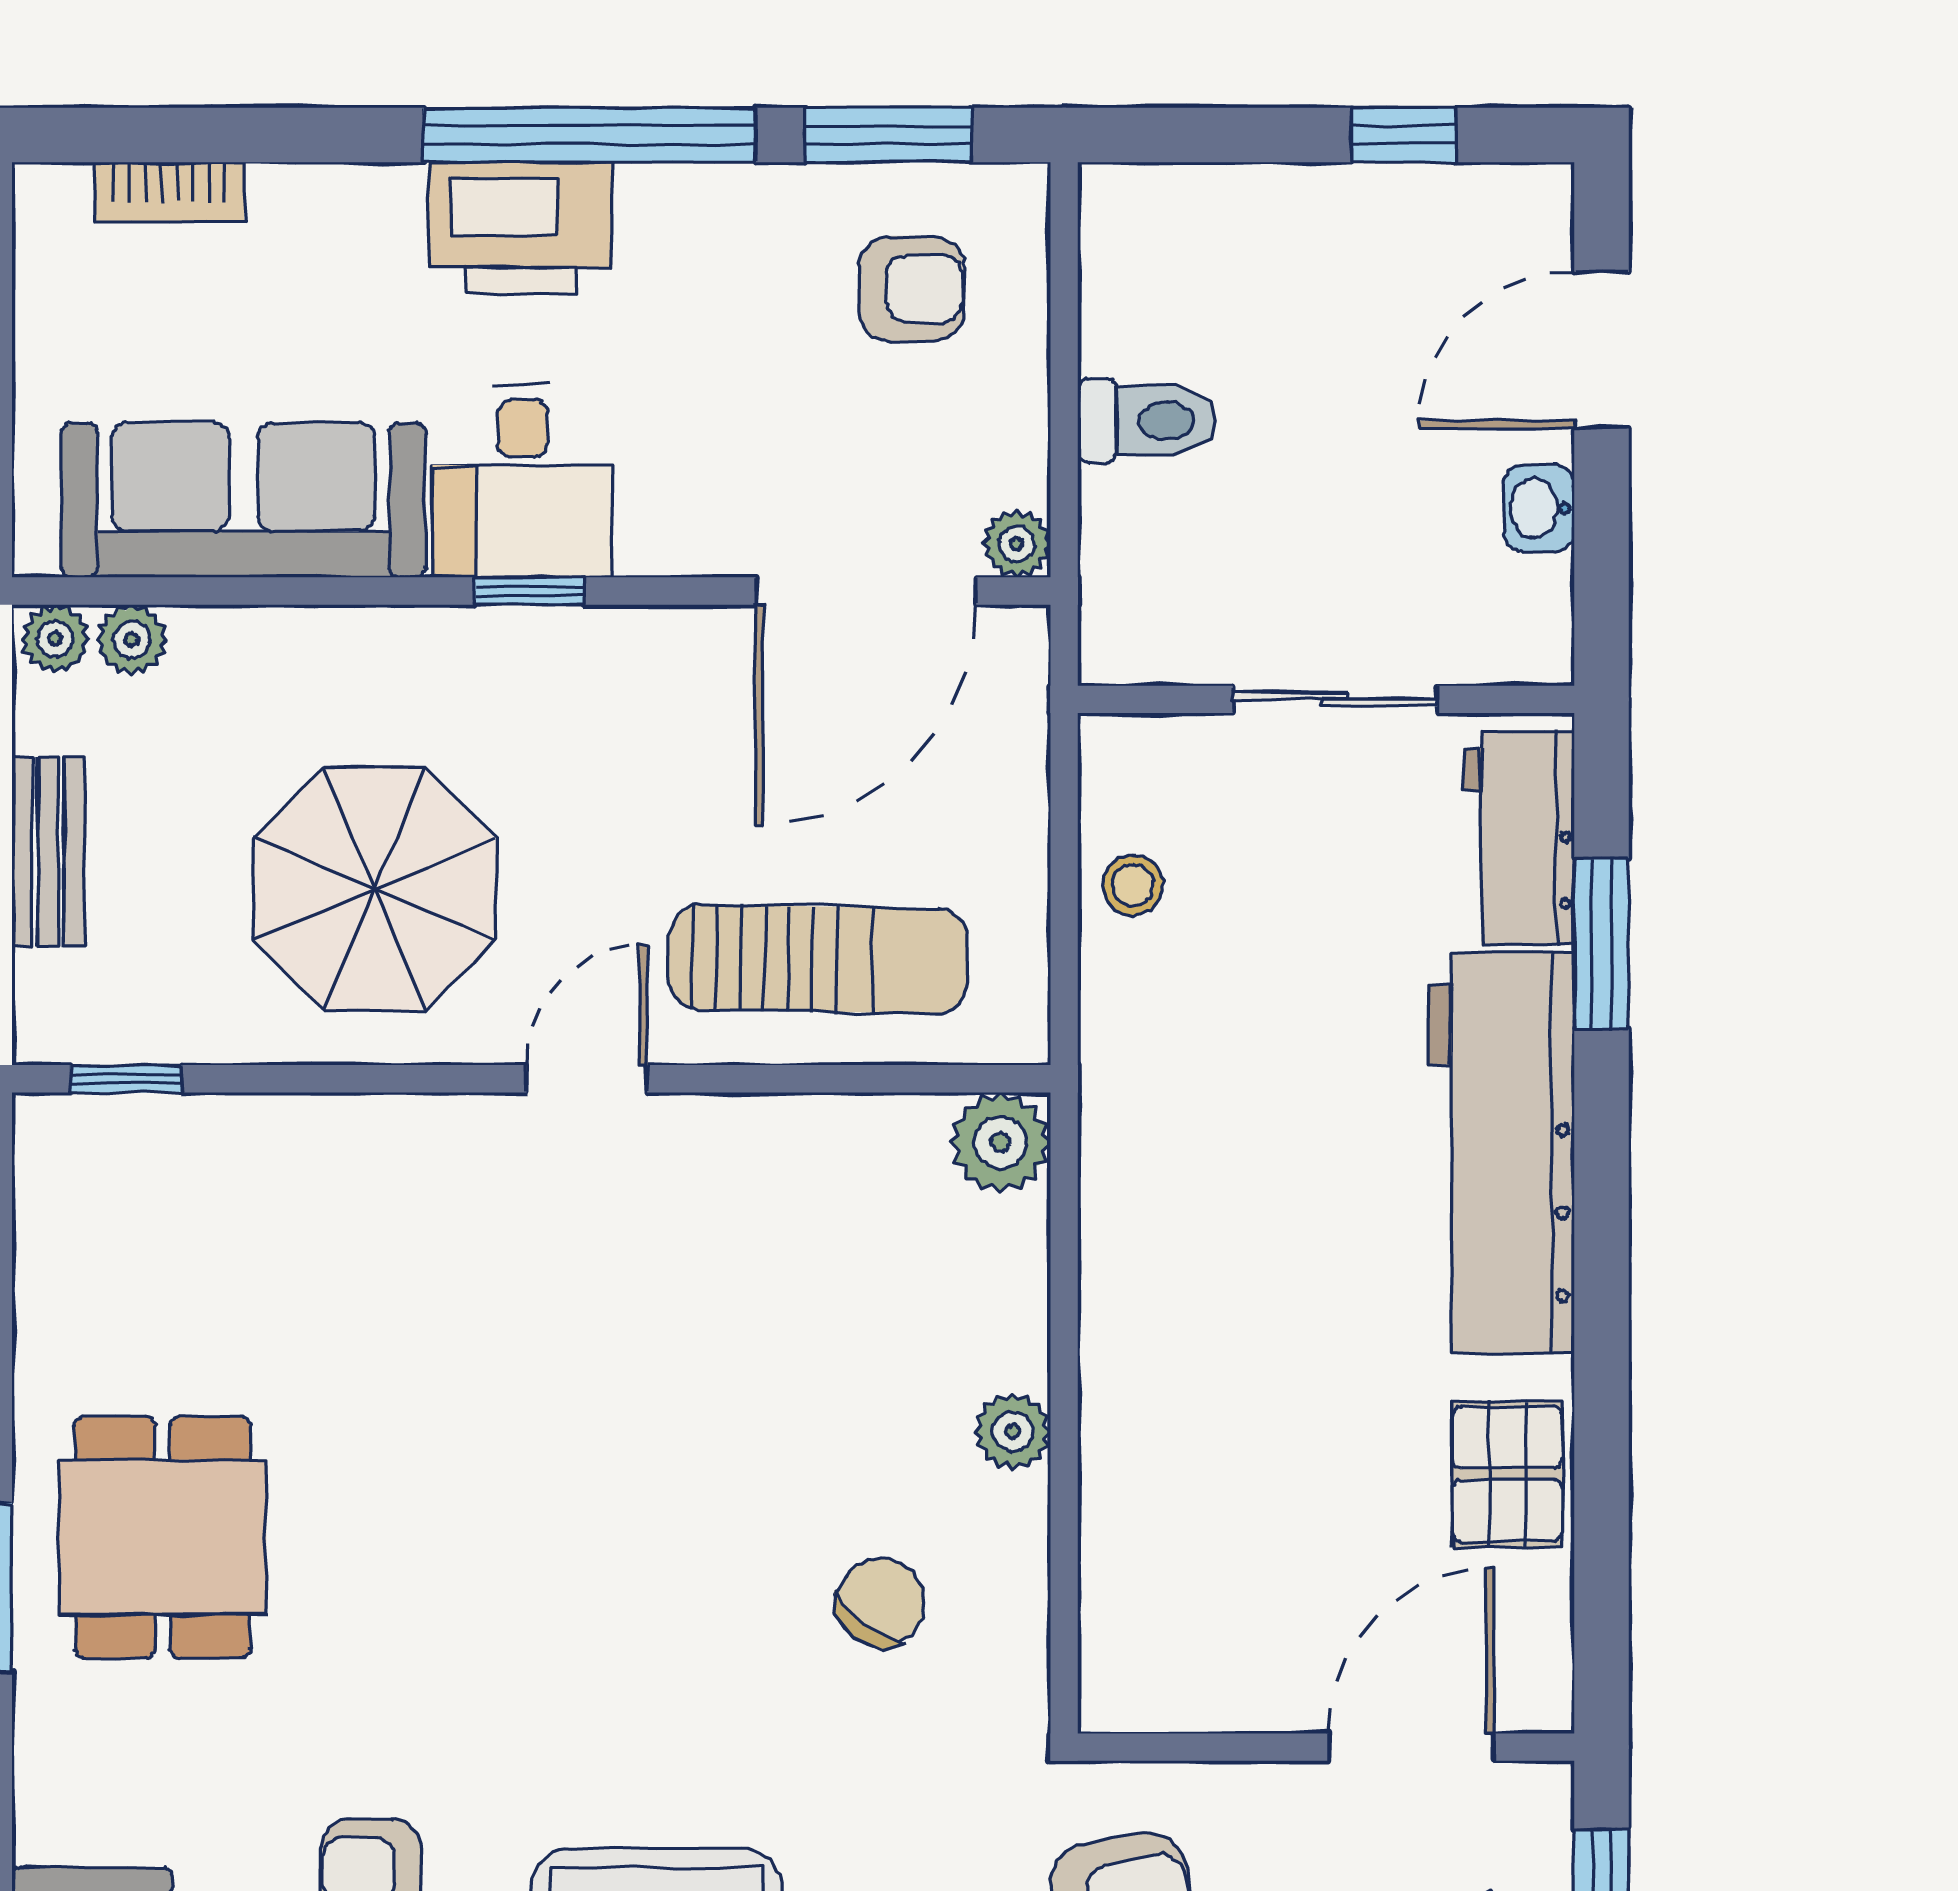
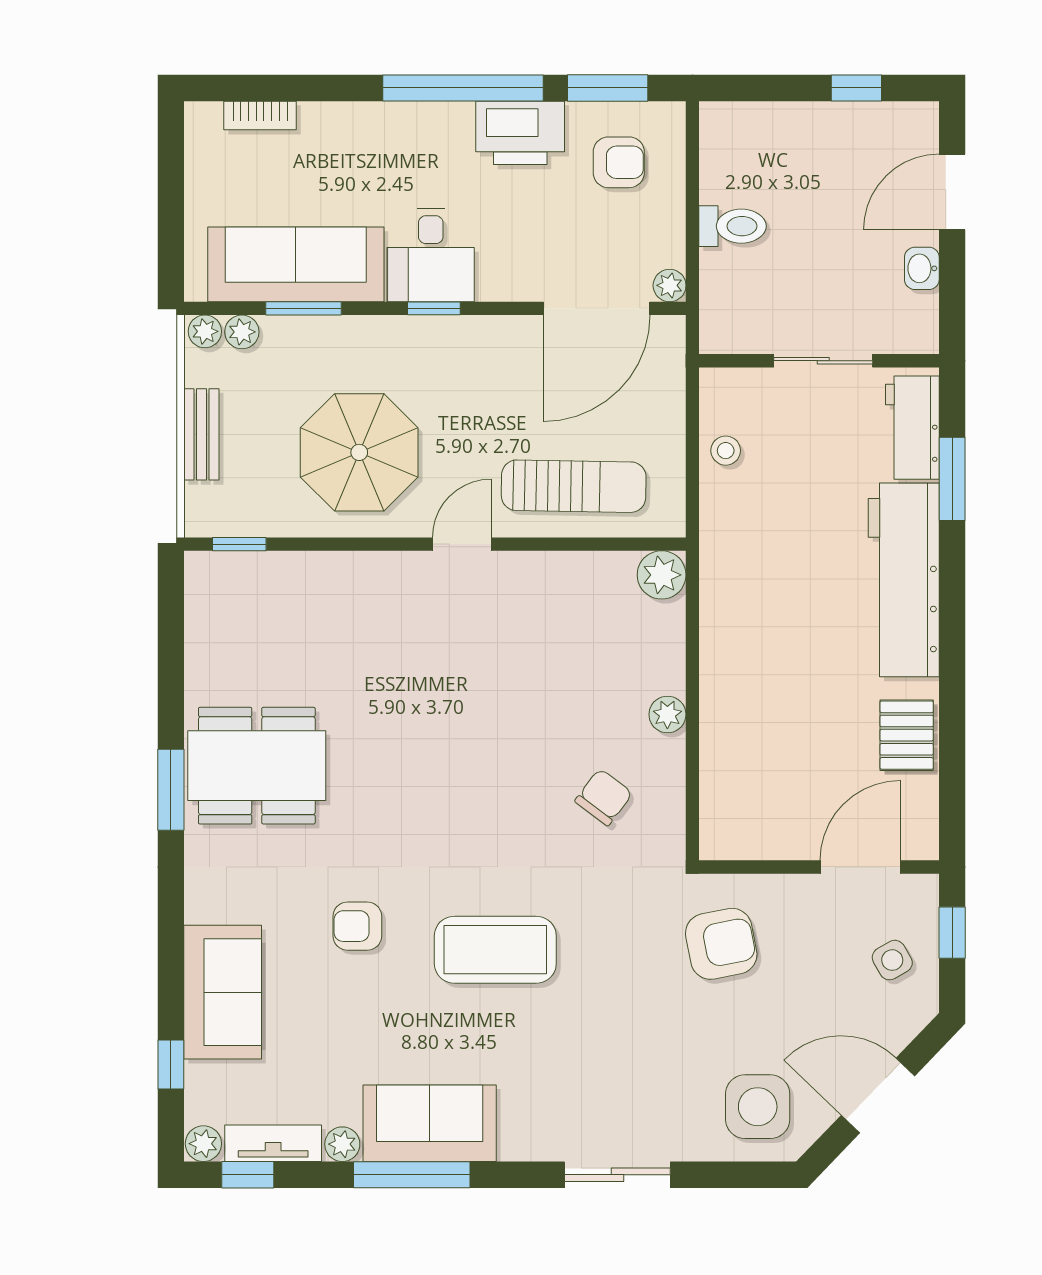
printer: (520, 228) -> (520, 133), moved
window: (259, 591) -> (303, 308), added
dining table: (163, 1537) -> (257, 766), width x1.38

